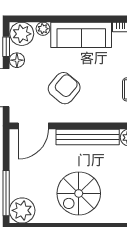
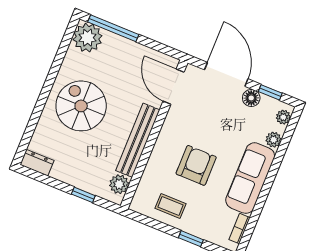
plant: (22, 34) -> (283, 117), width x0.53, depth x0.53
armchair: (64, 88) -> (196, 165), moved, turned -130

